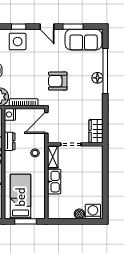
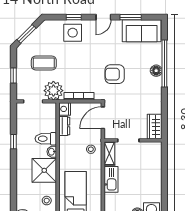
door: (47, 27) -> (103, 17), hinge flipped
dresser: (10, 141) -> (64, 126), moved

